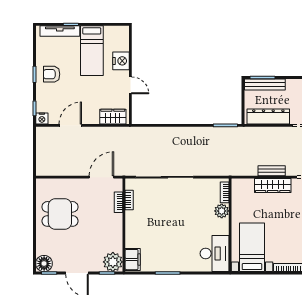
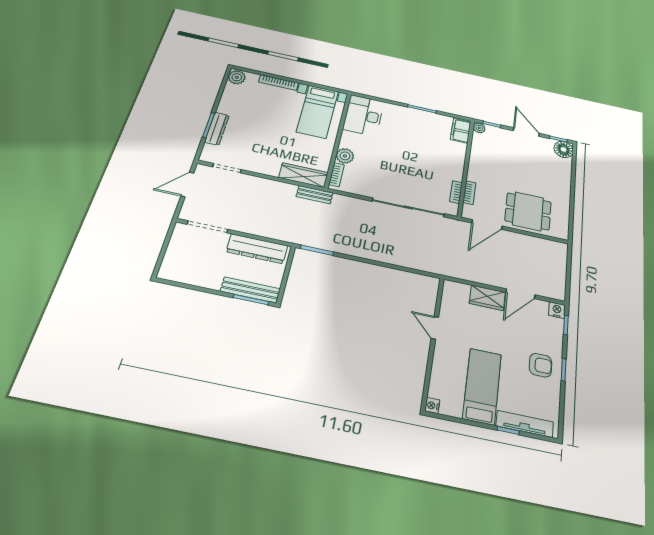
nightstand: (121, 61) -> (432, 405), moved, width x0.53, depth x0.56
wardrobe: (113, 117) -> (487, 298), moved
bench: (272, 171) -> (315, 195), moved
wardrobe: (273, 185) -> (303, 175), moved
dining table: (60, 214) -> (528, 211), moved
plant: (113, 262) -> (479, 128), width x0.53, depth x0.53

